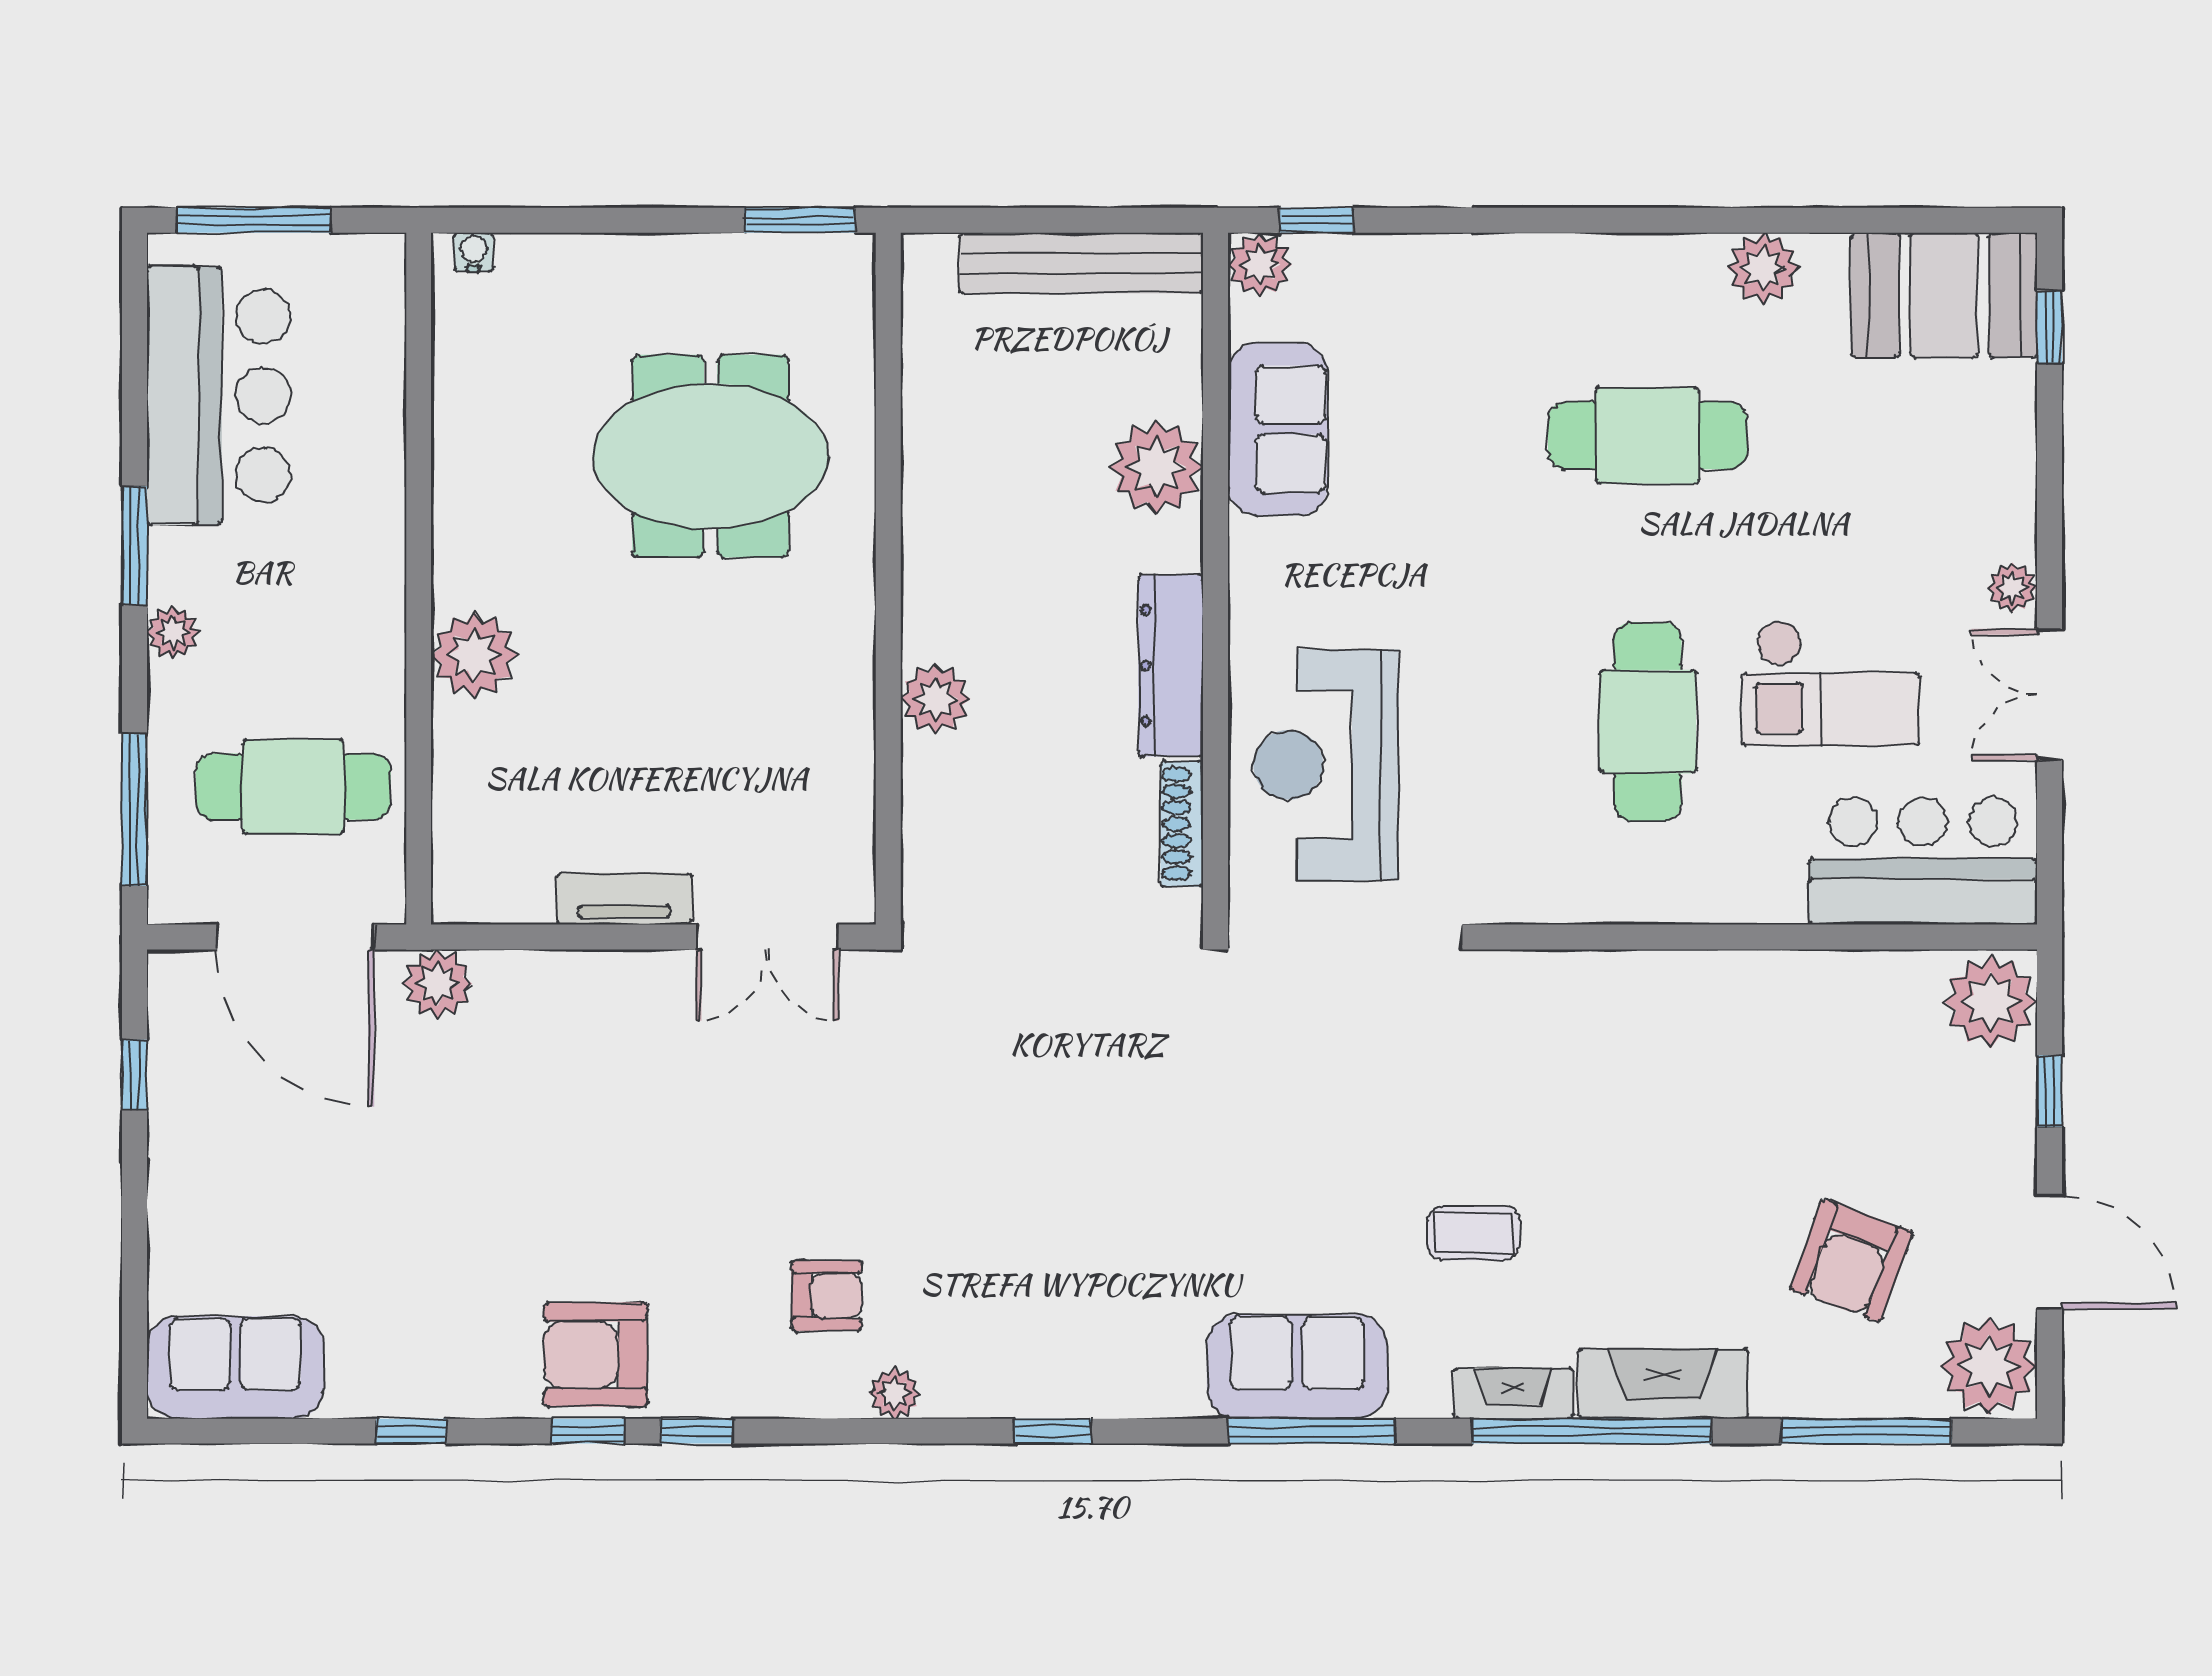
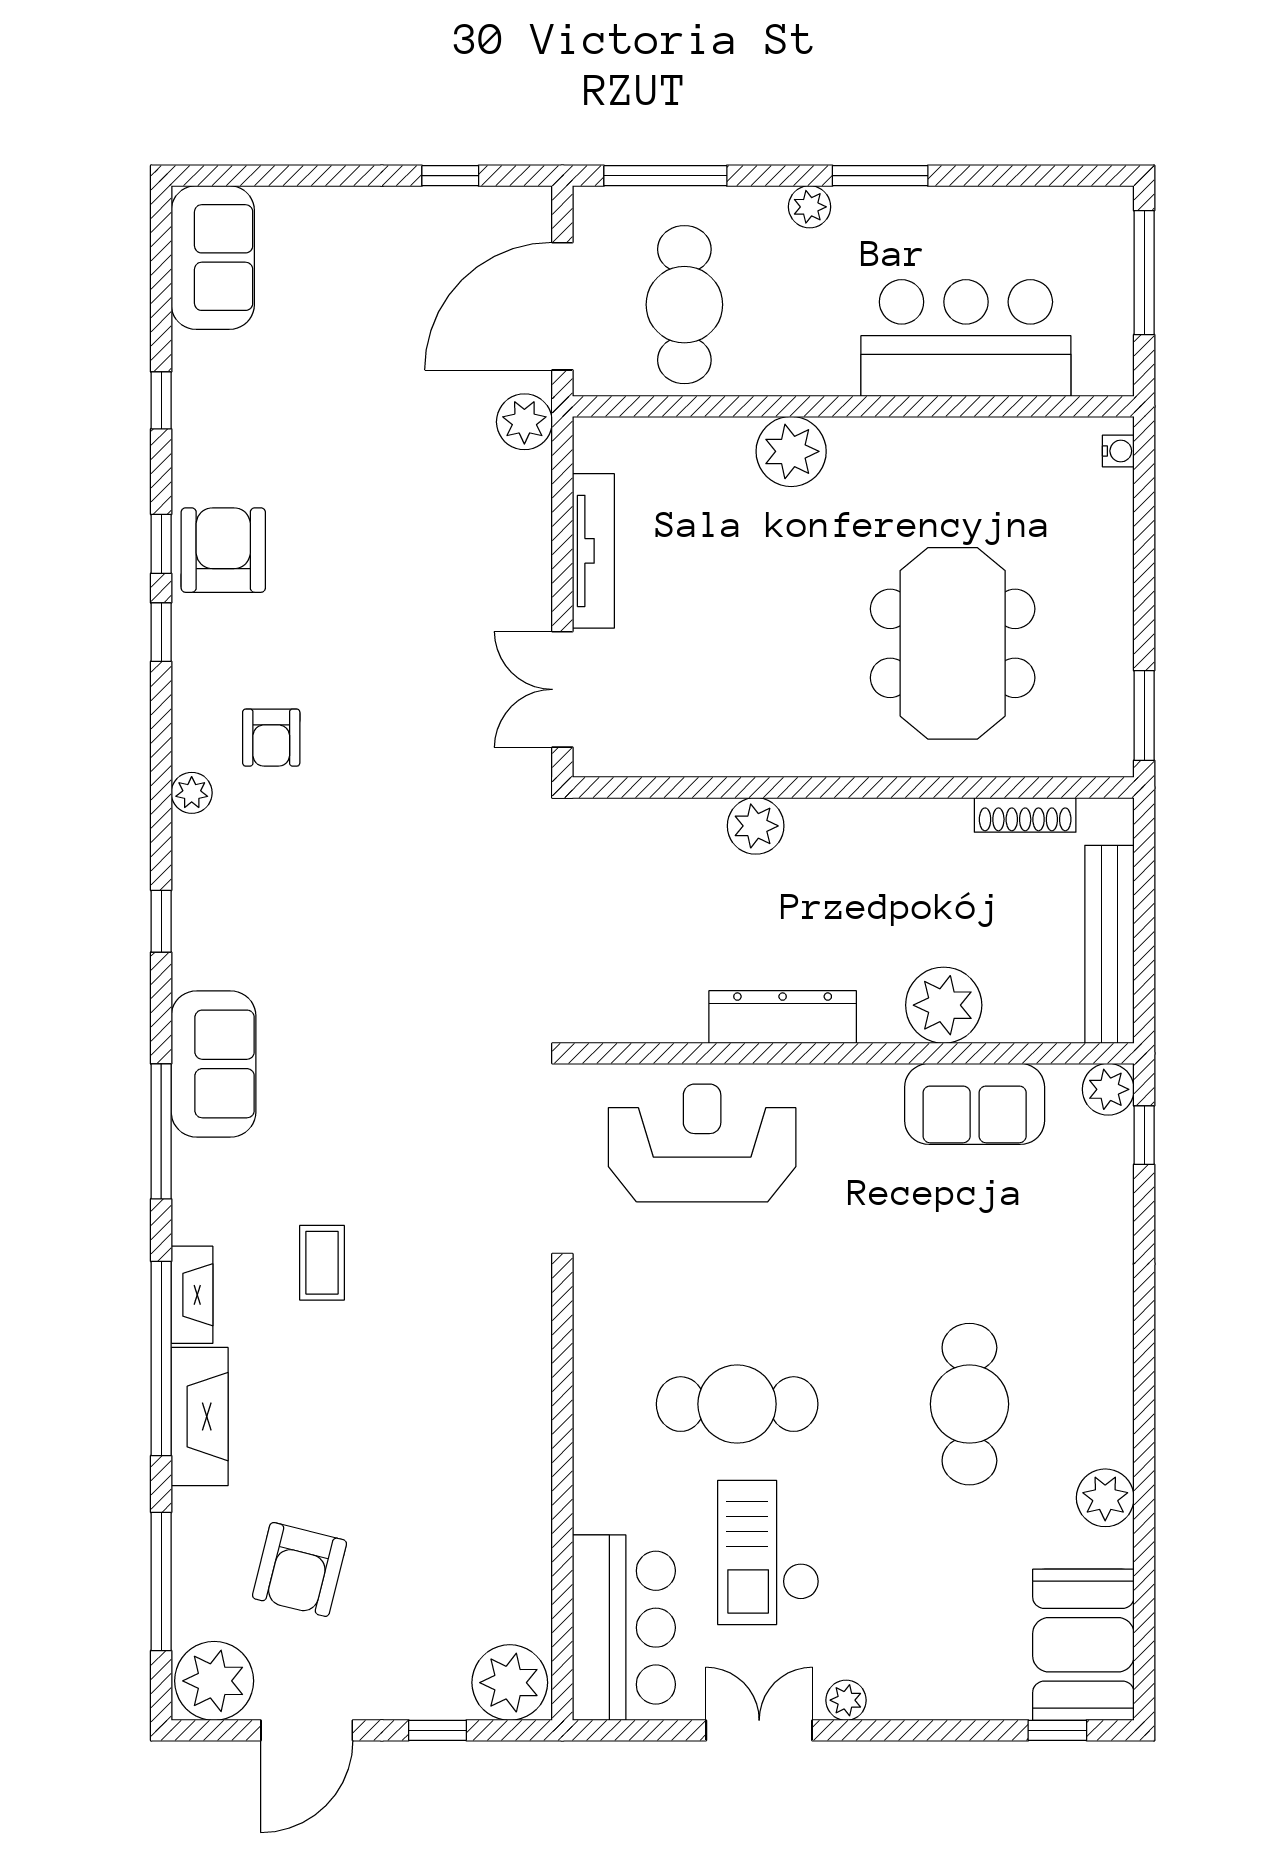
bar counter: (219, 396) -> (966, 338), moved, turned 180
shoe rack: (1182, 824) -> (1025, 815), moved, turned 180
tv unit: (624, 899) -> (593, 551), width x1.41
armchair: (1851, 1261) -> (299, 1569), turned -96
sofa: (1297, 1367) -> (214, 1064), moved

